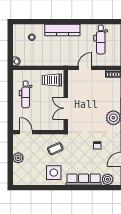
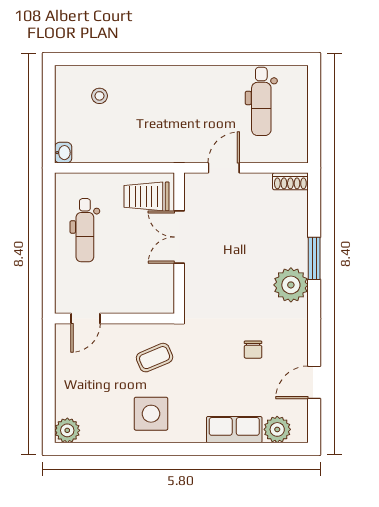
kitchen counter: (62, 30) -> (171, 79), removed
double door: (66, 108) -> (179, 237), moved
door: (26, 132) -> (86, 319), swing flipped
plant: (18, 158) -> (67, 430), moved
row of seats: (84, 179) -> (234, 430), width x0.68

